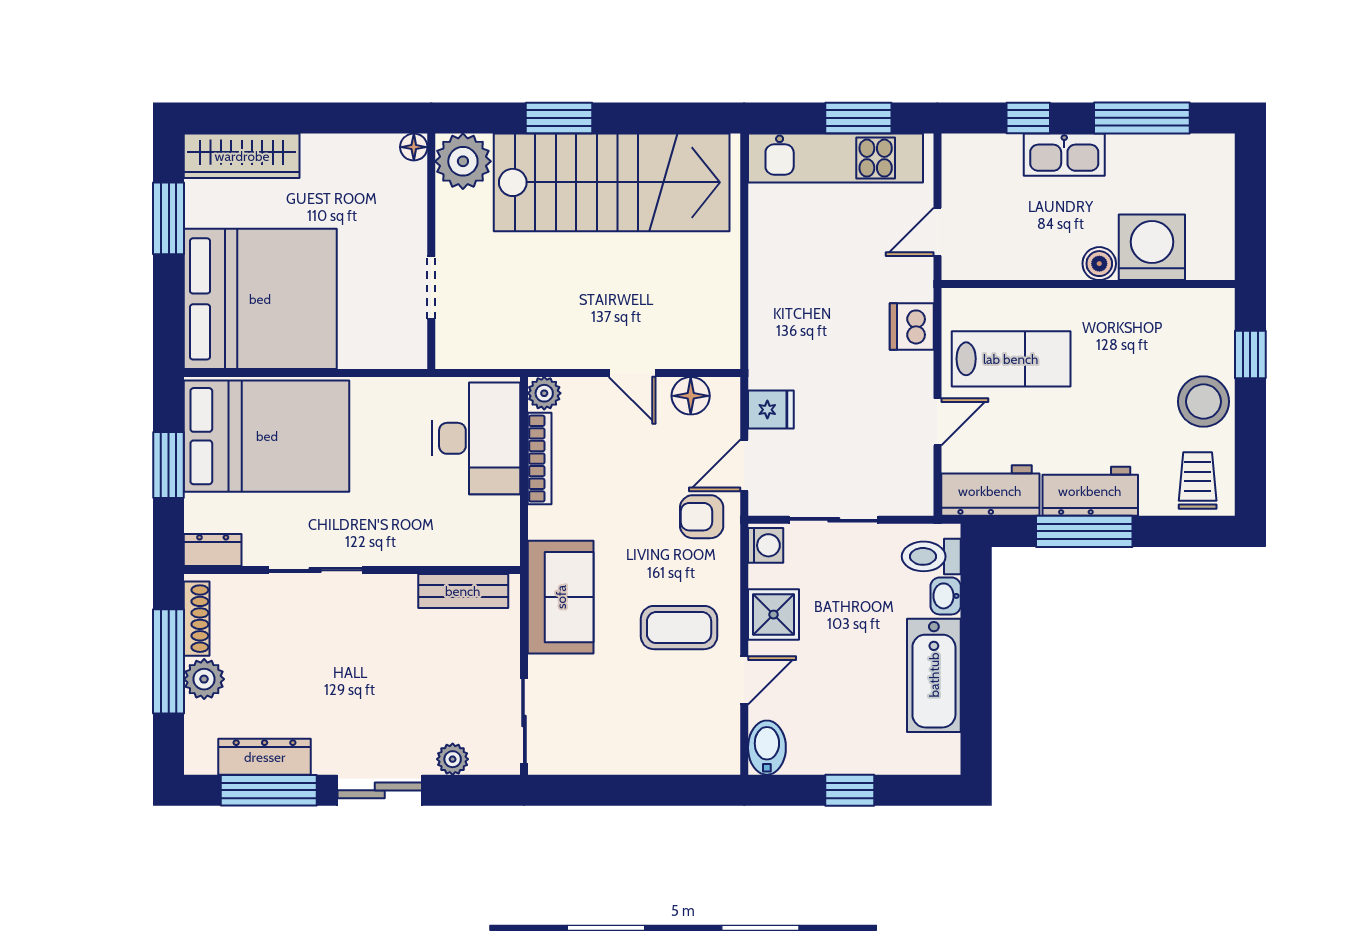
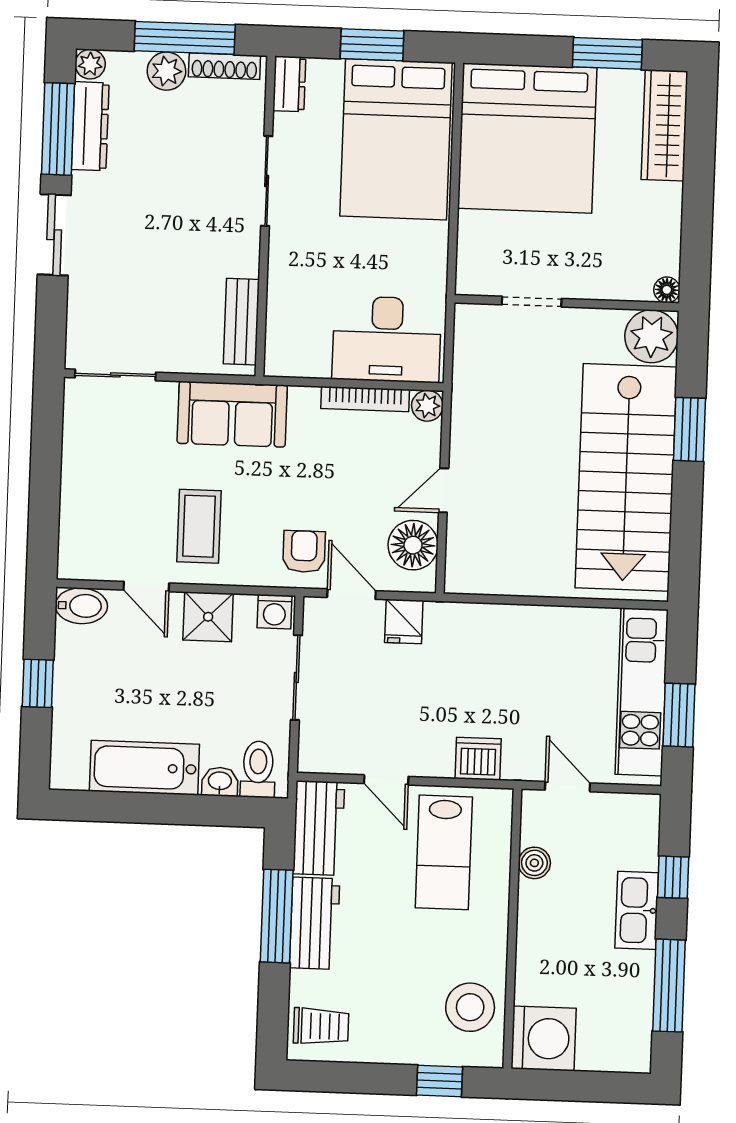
washing machine: (1152, 247) -> (544, 1038), moved
boiler: (1099, 264) -> (534, 863), moved
floor lamp: (691, 396) -> (413, 545), width x1.38, depth x1.38
stool: (1203, 402) -> (470, 1007), moved
plant: (453, 759) -> (90, 64), moved

